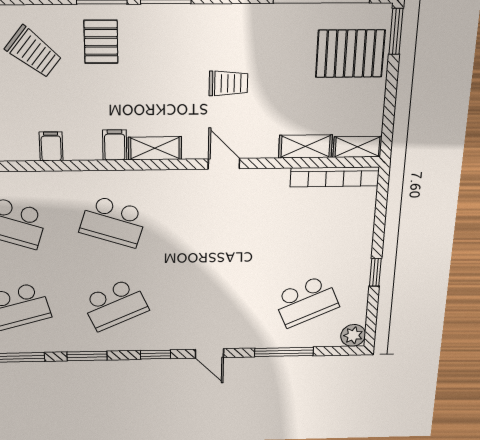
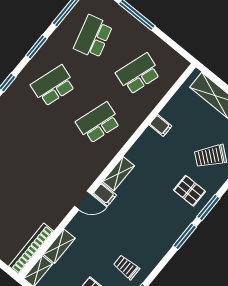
trolley: (228, 83) -> (126, 267), moved, turned 90
filing cabinet: (115, 145) -> (105, 194), moved
school desk: (115, 305) -> (53, 86), turned 42

